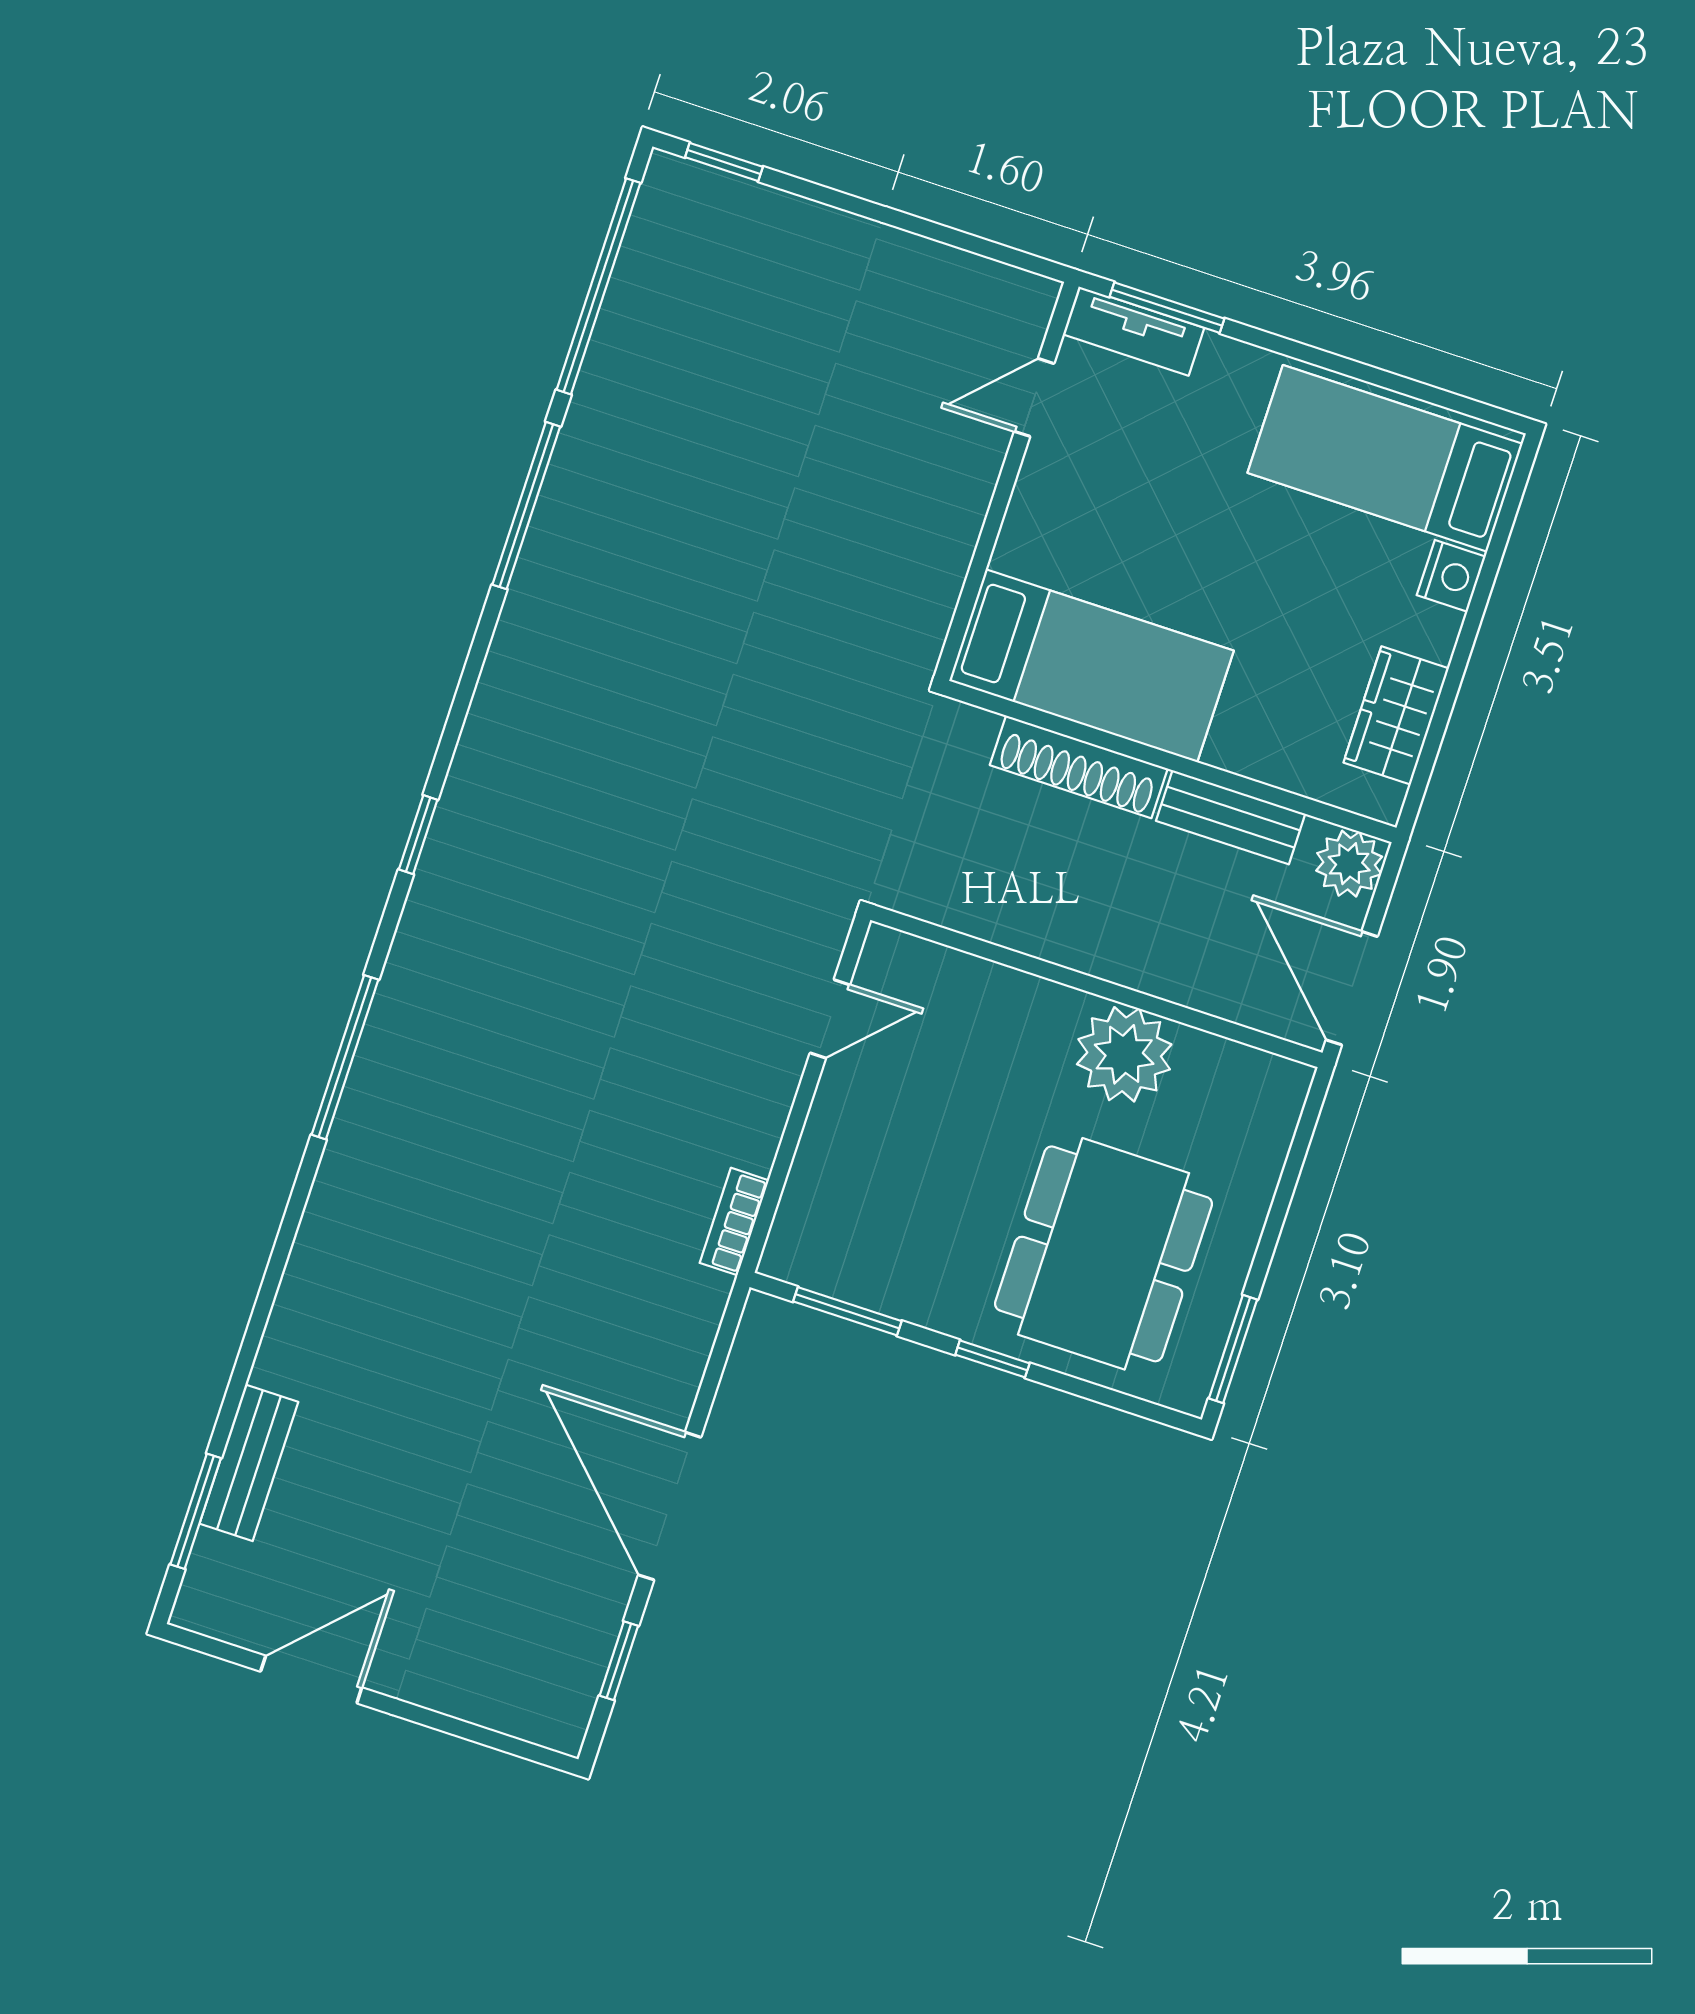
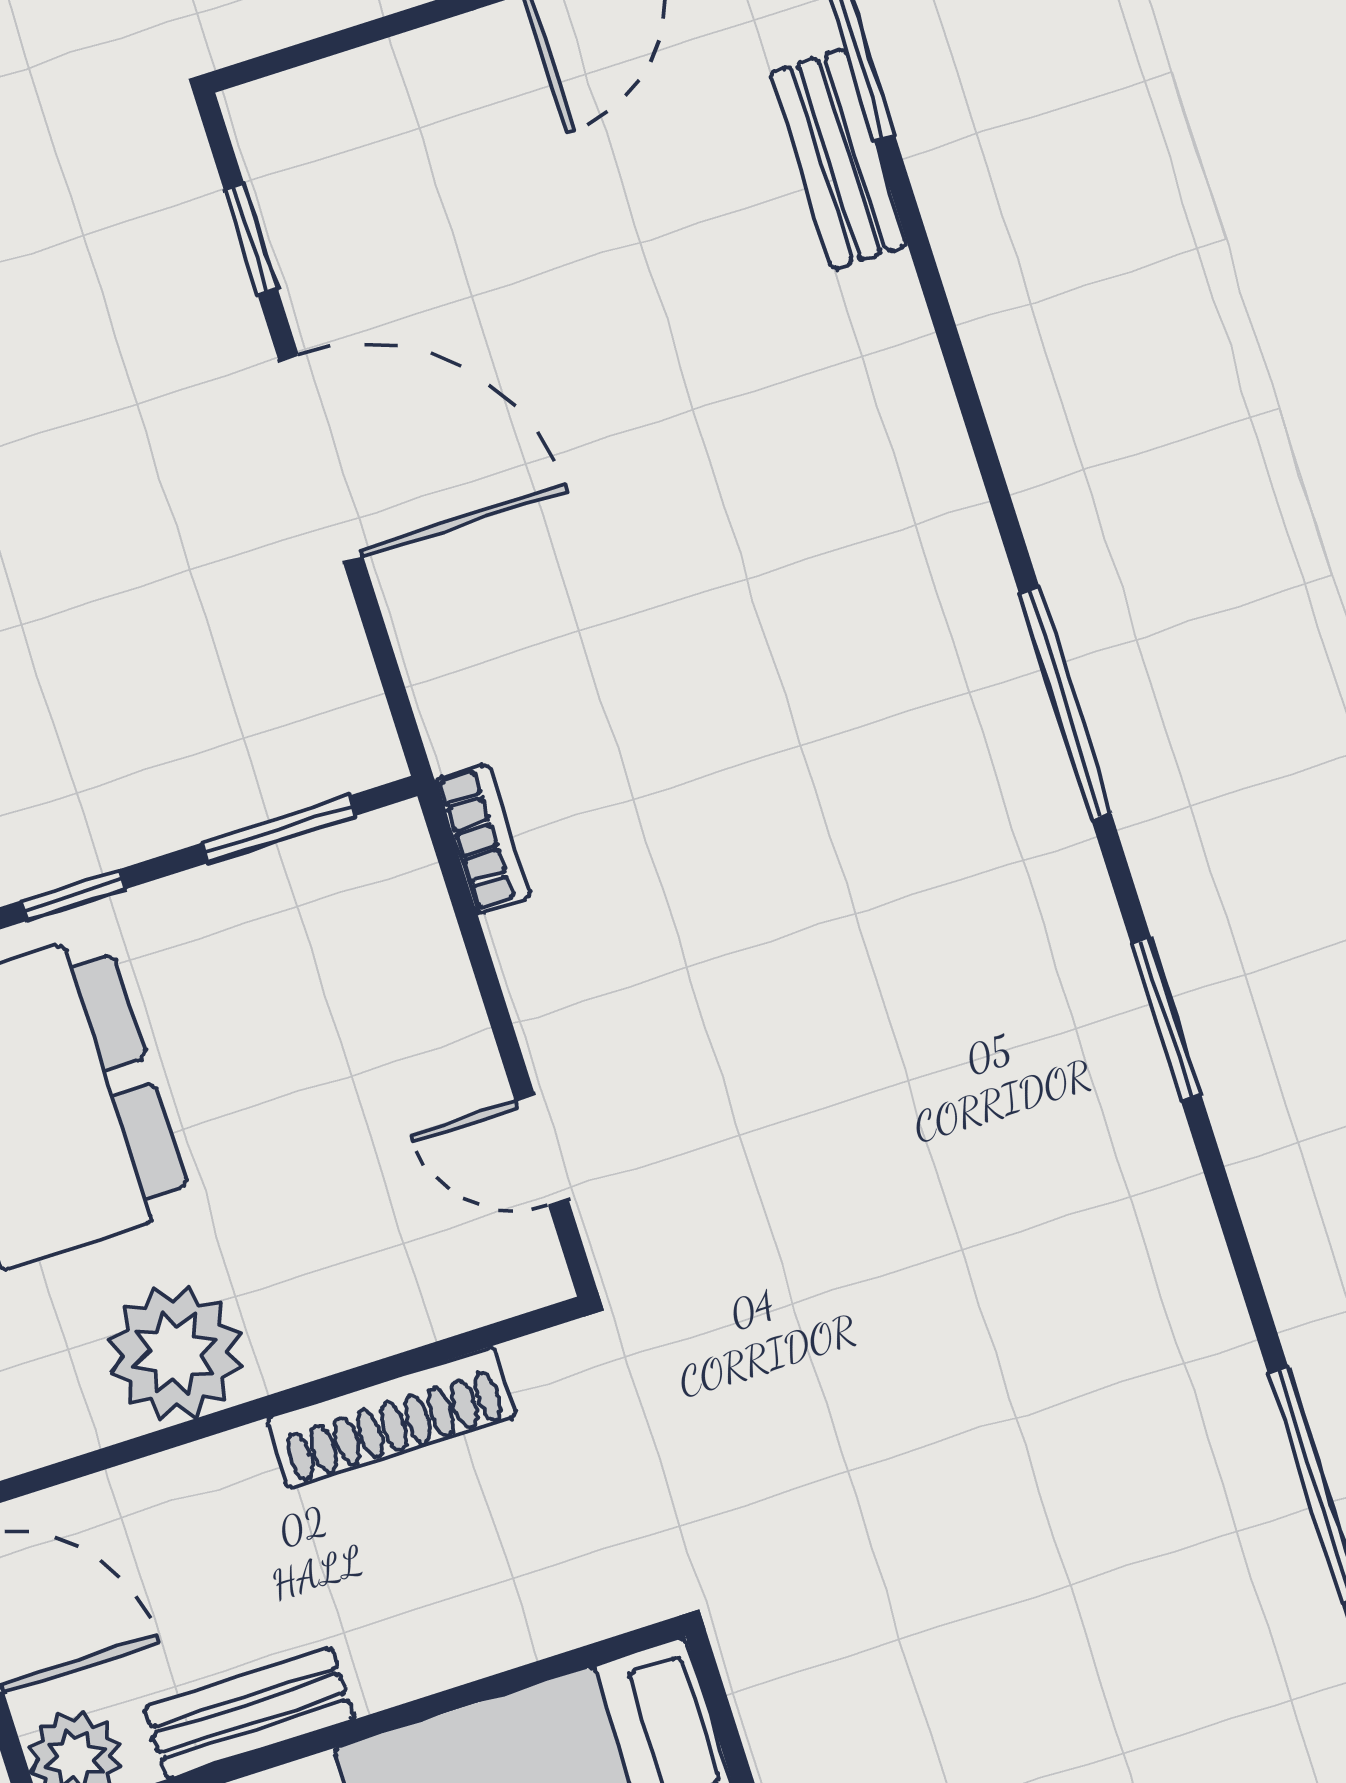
shoe rack: (1079, 767) -> (391, 1417), moved, turned 180
window: (418, 835) -> (1166, 1019), width x1.50
door: (830, 1019) -> (541, 1150), hinge flipped

